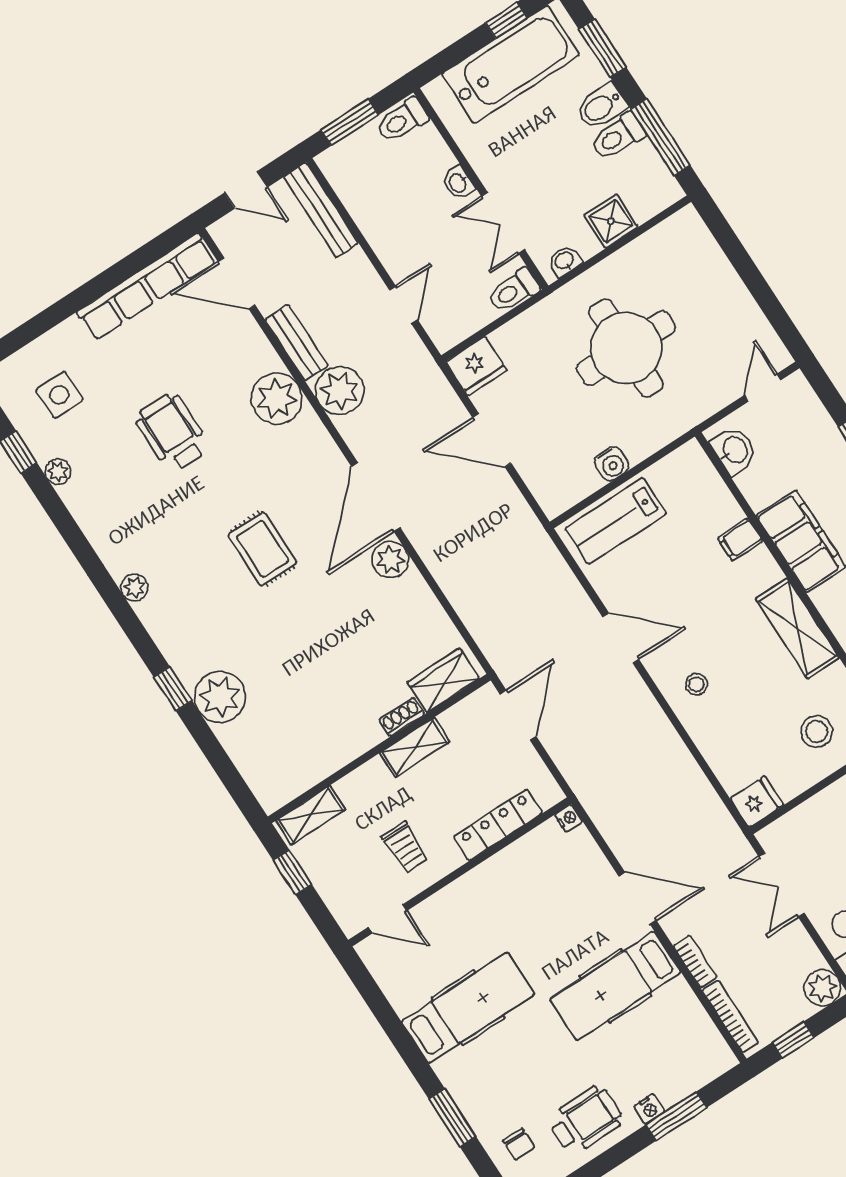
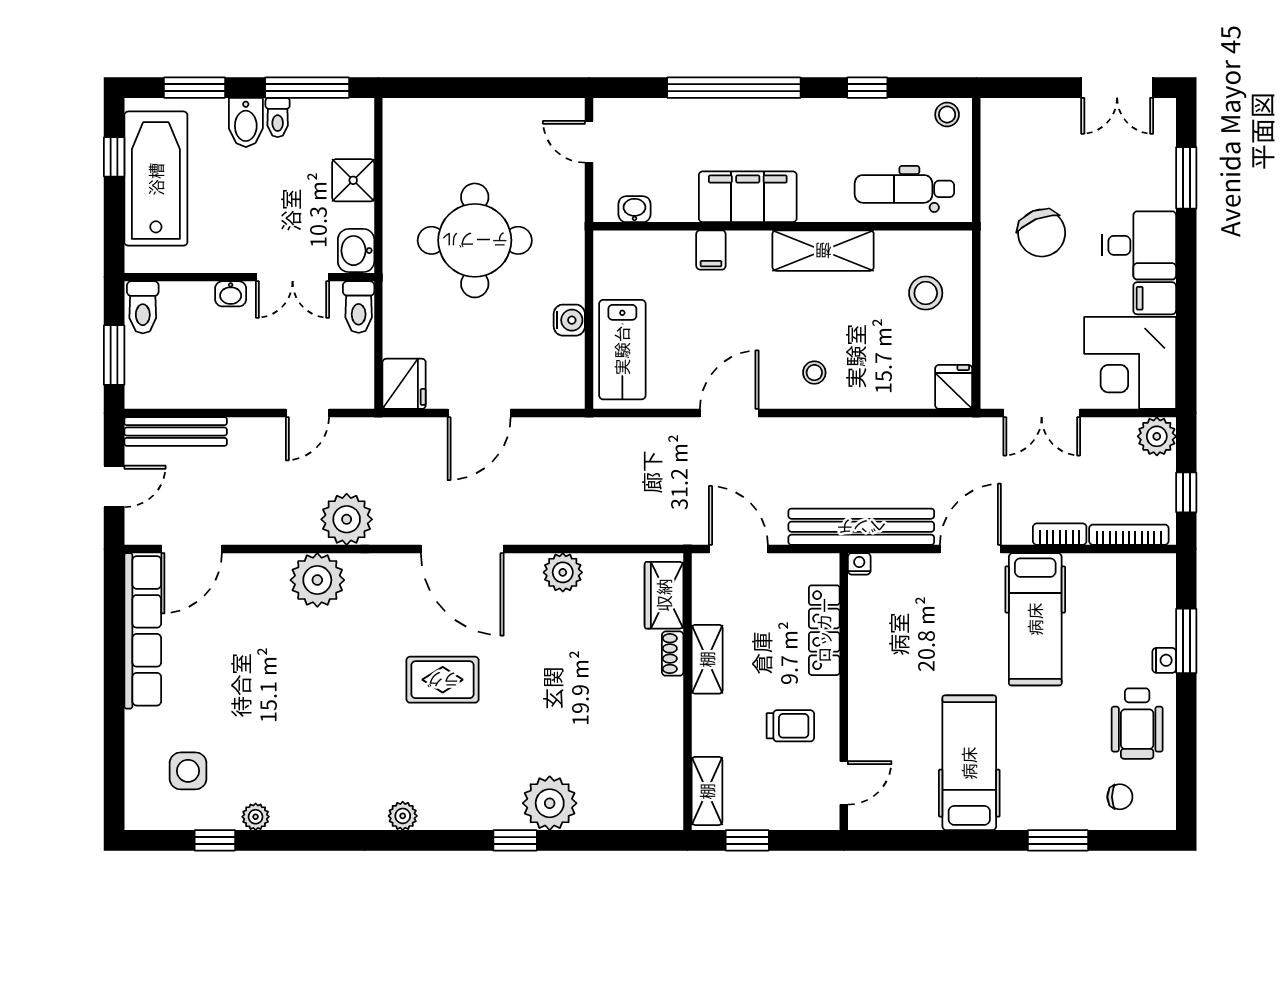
toilet: (618, 137) -> (278, 118), width x0.73, depth x0.72
washbasin: (565, 261) -> (356, 251), width x1.38, depth x1.45
door: (404, 305) -> (307, 413), swing flipped
bench: (297, 343) -> (861, 527), moved, width x1.86, depth x1.21
wheelchair: (172, 432) -> (287, 692), removed
washbasin: (734, 450) -> (634, 209), width x0.72, depth x0.69
plant: (390, 560) -> (563, 572), moved
wheelchair: (586, 1120) -> (1137, 724), turned 180

